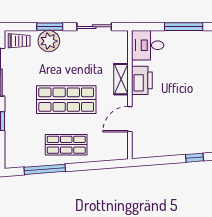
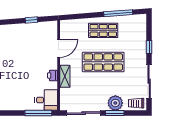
sliding door: (94, 27) -> (84, 113), width x1.37
window: (184, 27) -> (38, 113), moved
printer: (142, 80) -> (53, 75), width x0.53, depth x0.68
window: (195, 158) -> (31, 20), moved

